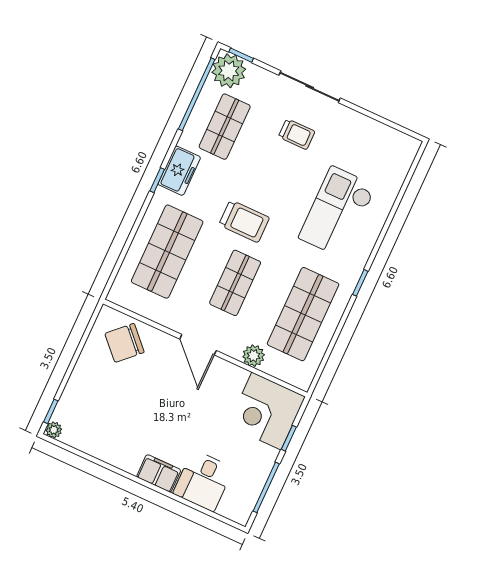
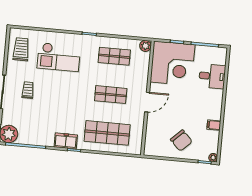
shop shelf: (225, 127) -> (37, 126), removed
trolley: (244, 221) -> (21, 49), moved
shop shelf: (303, 314) -> (114, 56), width x0.70, depth x0.74
chair: (124, 343) -> (181, 140), moved
plant: (254, 356) -> (145, 46), moved
corner desk: (266, 411) -> (173, 63), width x1.36, depth x1.36
filing cabinet: (159, 473) -> (214, 125), moved, width x0.50

